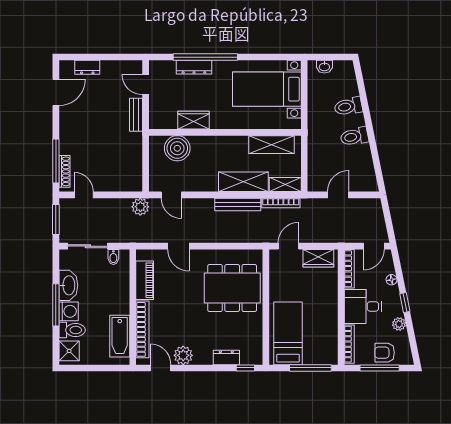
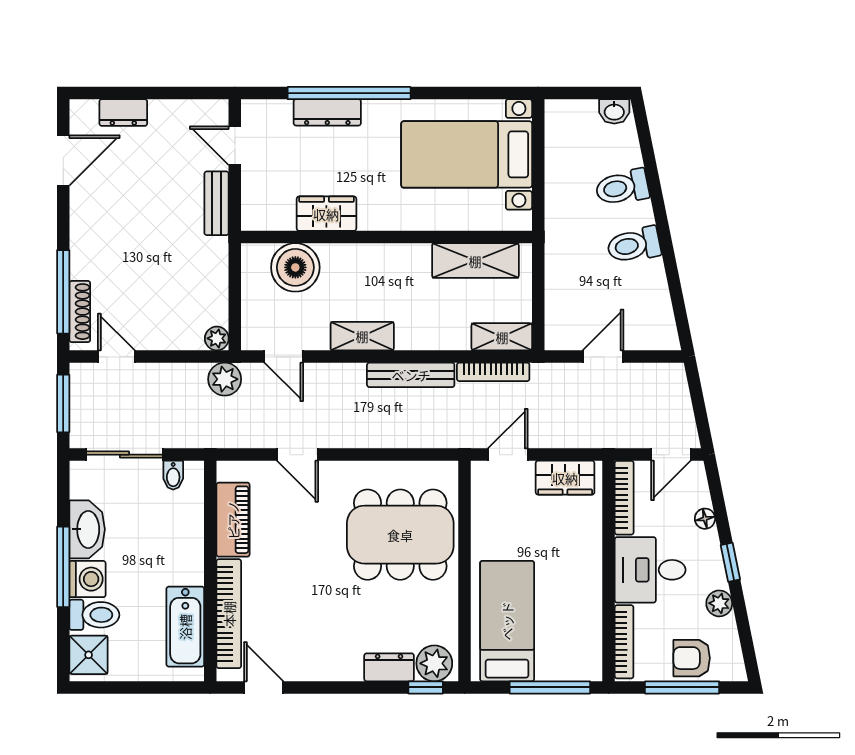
washbasin: (324, 67) -> (614, 111), moved
shelving: (243, 182) -> (362, 336), moved, width x0.67, depth x0.75
plant: (136, 185) -> (217, 338), added
plant: (183, 355) -> (434, 663), moved

